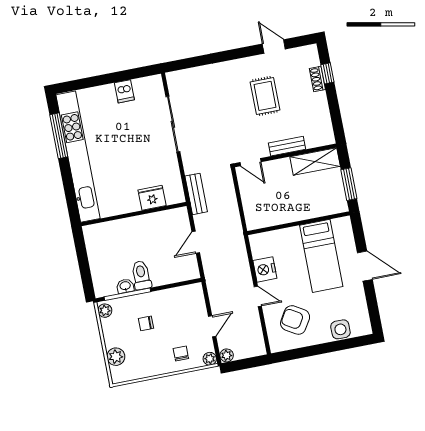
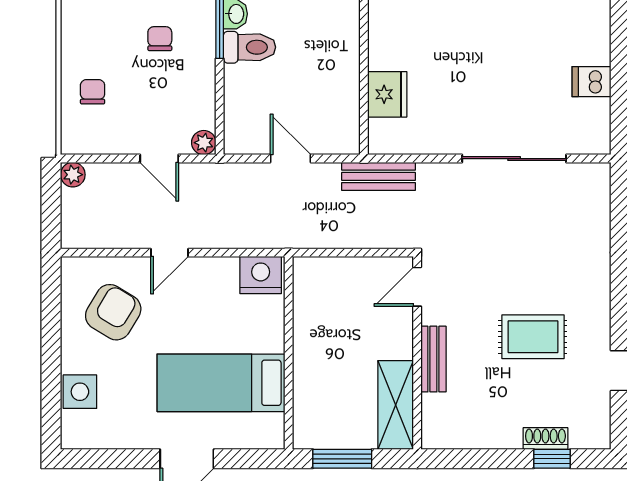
nightstand: (265, 269) -> (261, 275), moved
door: (212, 326) -> (159, 159), moved
chair: (181, 353) -> (93, 92), turned -90
plant: (210, 359) -> (204, 143), moved

